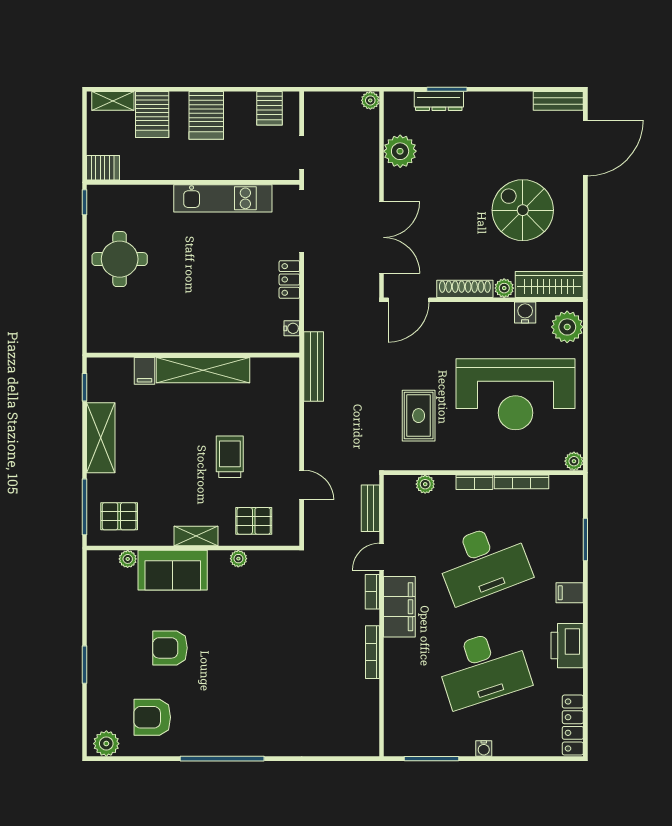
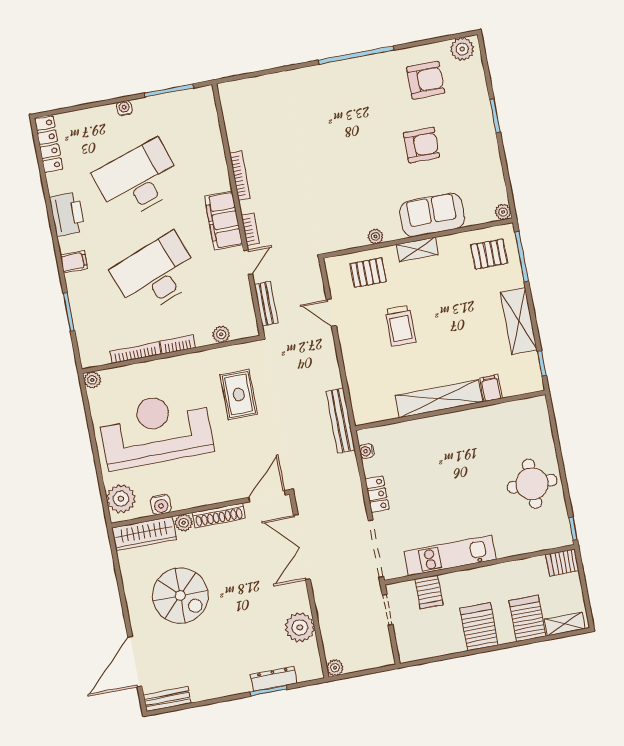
server rack: (270, 108) -> (429, 592), moved, turned 180
plant: (128, 559) -> (503, 212), moved

